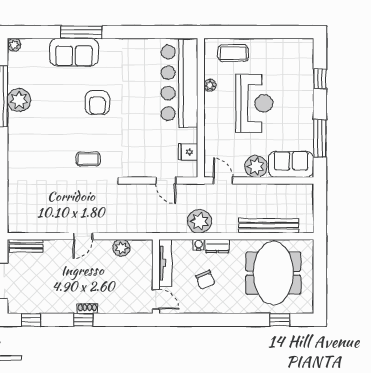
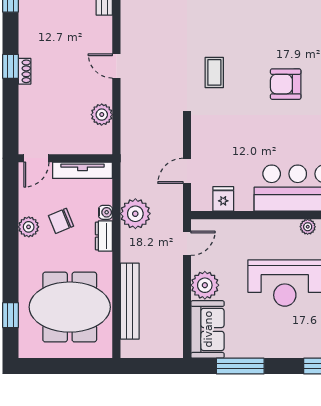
plant: (210, 306) -> (29, 227), added

